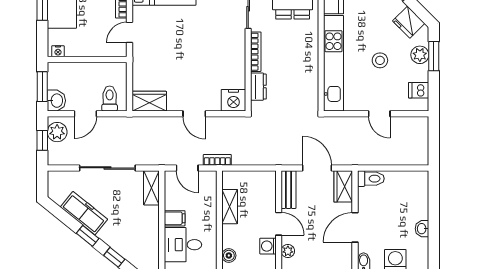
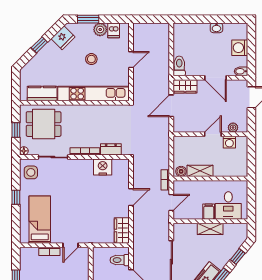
door: (130, 32) -> (71, 245), hinge flipped
plant: (420, 55) -> (100, 29), moved
nightstand: (233, 100) -> (103, 167), moved, turned -90
shelving: (151, 188) -> (210, 229), moved
bench: (288, 190) -> (187, 127), removed
boiler: (229, 255) -> (181, 171), moved

